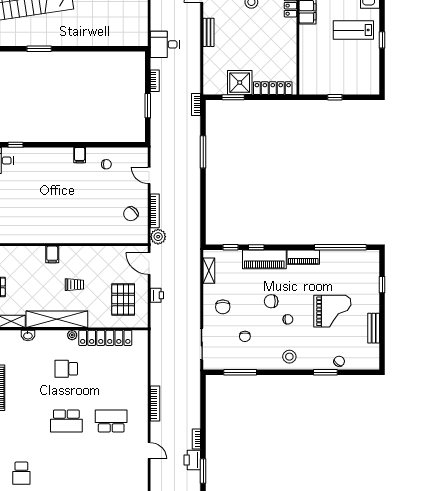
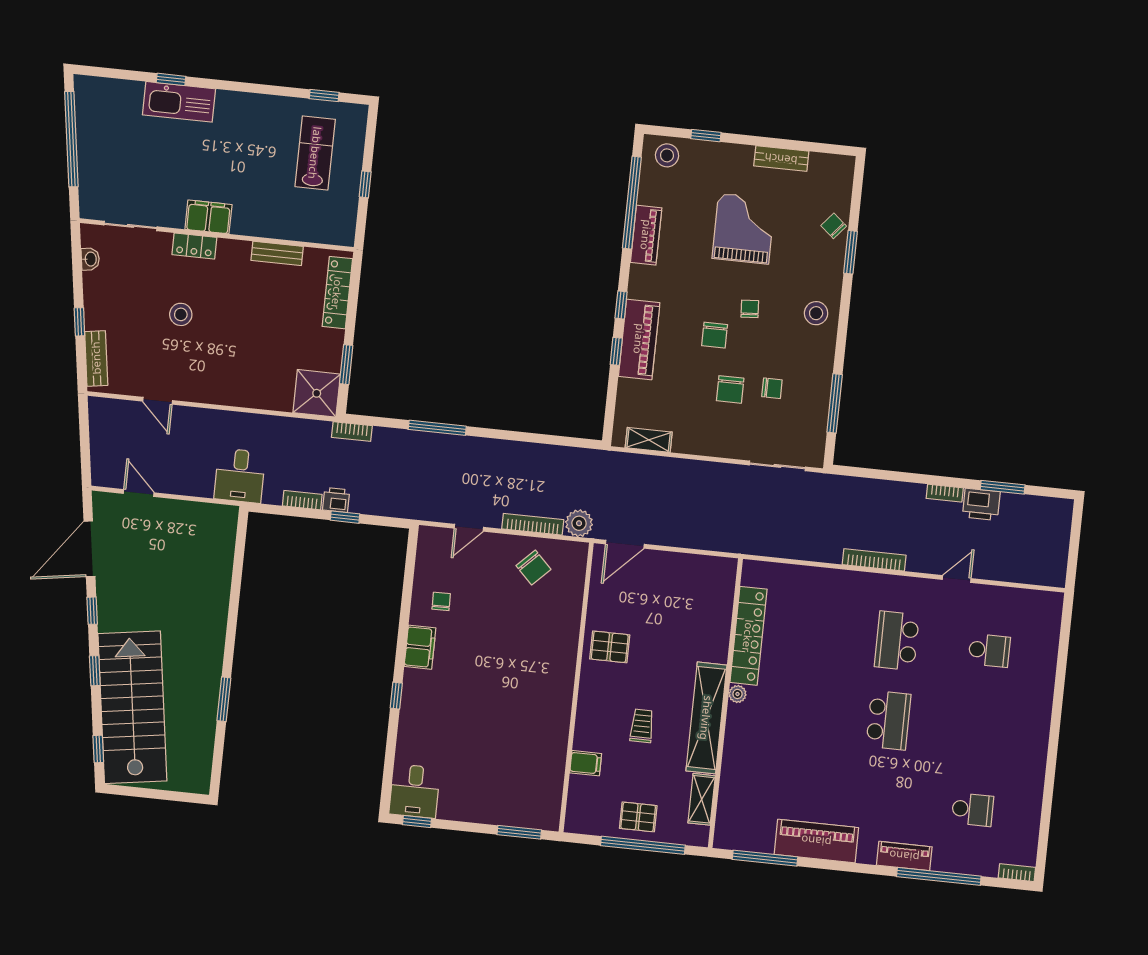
lab bench: (353, 30) -> (315, 153), moved, turned 180
bench: (209, 32) -> (277, 253), moved
window: (382, 40) -> (324, 95), moved
shower: (240, 83) -> (317, 393), moved
window: (148, 106) -> (345, 517), width x0.67
window: (15, 145) -> (396, 696), moved
filing cabinet: (80, 155) -> (420, 647), width x2.00
window: (230, 247) -> (621, 305), moved
filing cabinet: (52, 254) -> (586, 763), moved
piano: (303, 257) -> (646, 235), moved
stool: (369, 264) -> (667, 155), added
trolley: (74, 285) -> (642, 726), moved
printer: (157, 295) -> (336, 500), moved
pallet: (123, 300) -> (610, 647), moved, width x0.67, depth x0.71
chair: (223, 307) -> (730, 389), moved, turned 90
washbasin: (28, 335) -> (730, 772), removed
school desk: (66, 369) -> (989, 650), moved, turned -90

